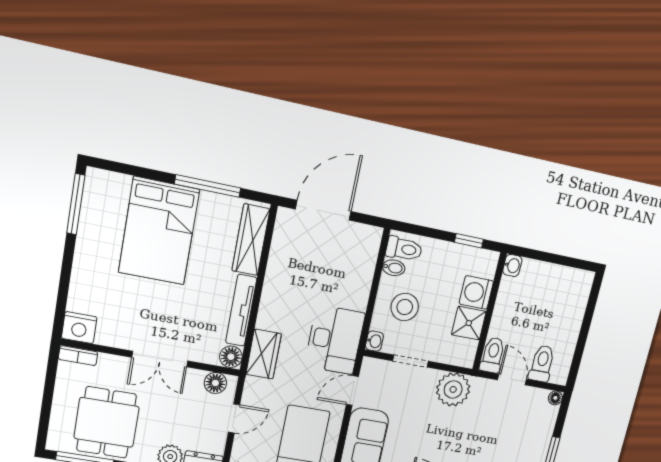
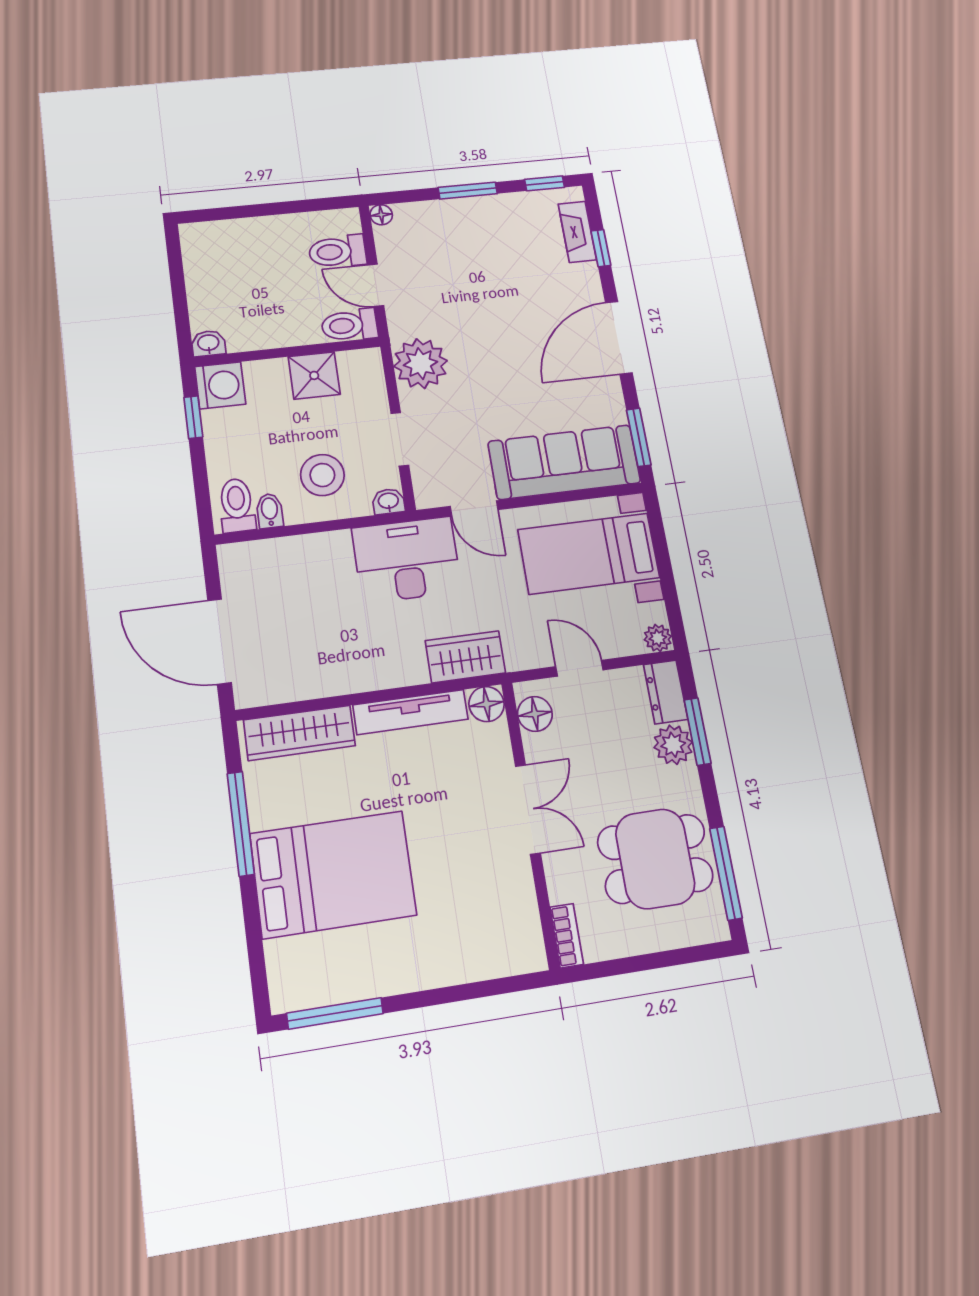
washing machine: (476, 292) -> (220, 385), moved, turned -90
nightstand: (79, 328) -> (523, 948), removed
door: (512, 380) -> (376, 285), hinge flipped

